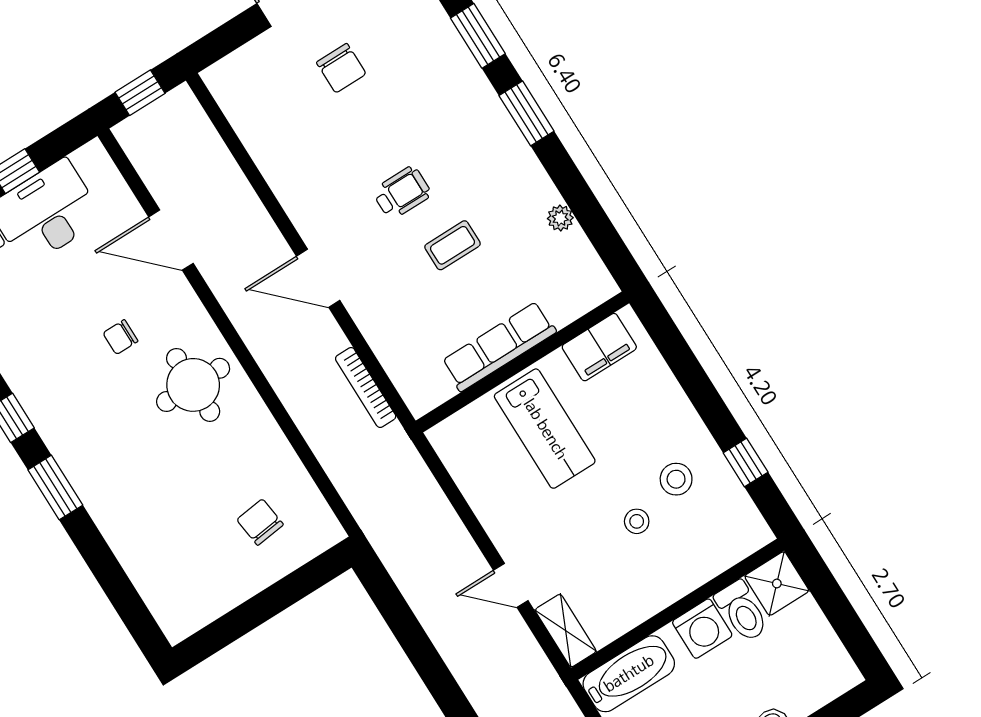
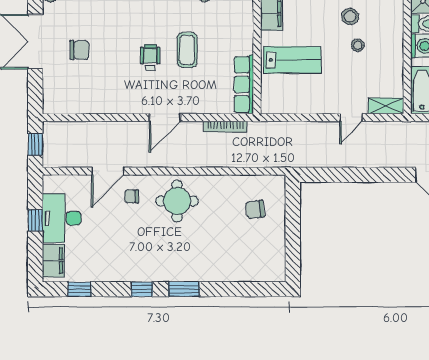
coffee table: (453, 245) -> (187, 50), width x1.36, depth x1.30
chair: (120, 337) -> (132, 196), moved, turned 90
row of seats: (499, 346) -> (244, 84), moved

